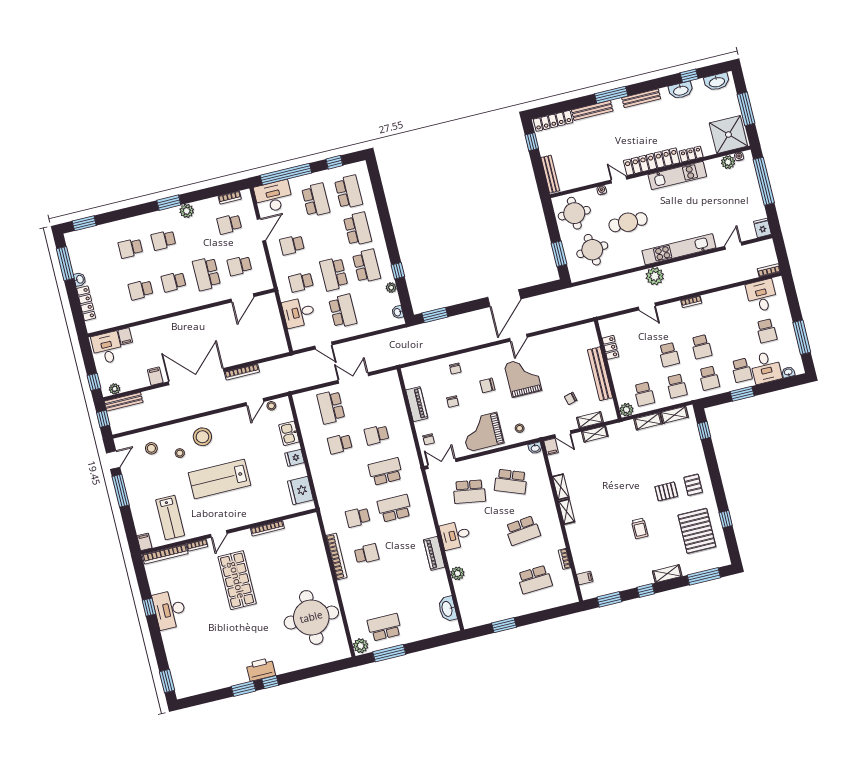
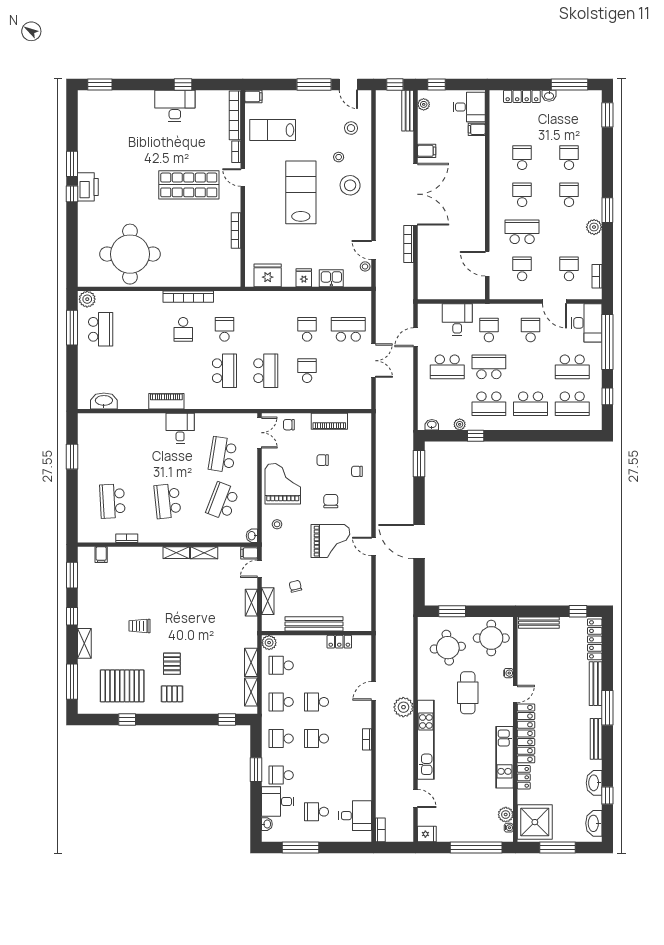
plant: (457, 573) -> (139, 421), removed

